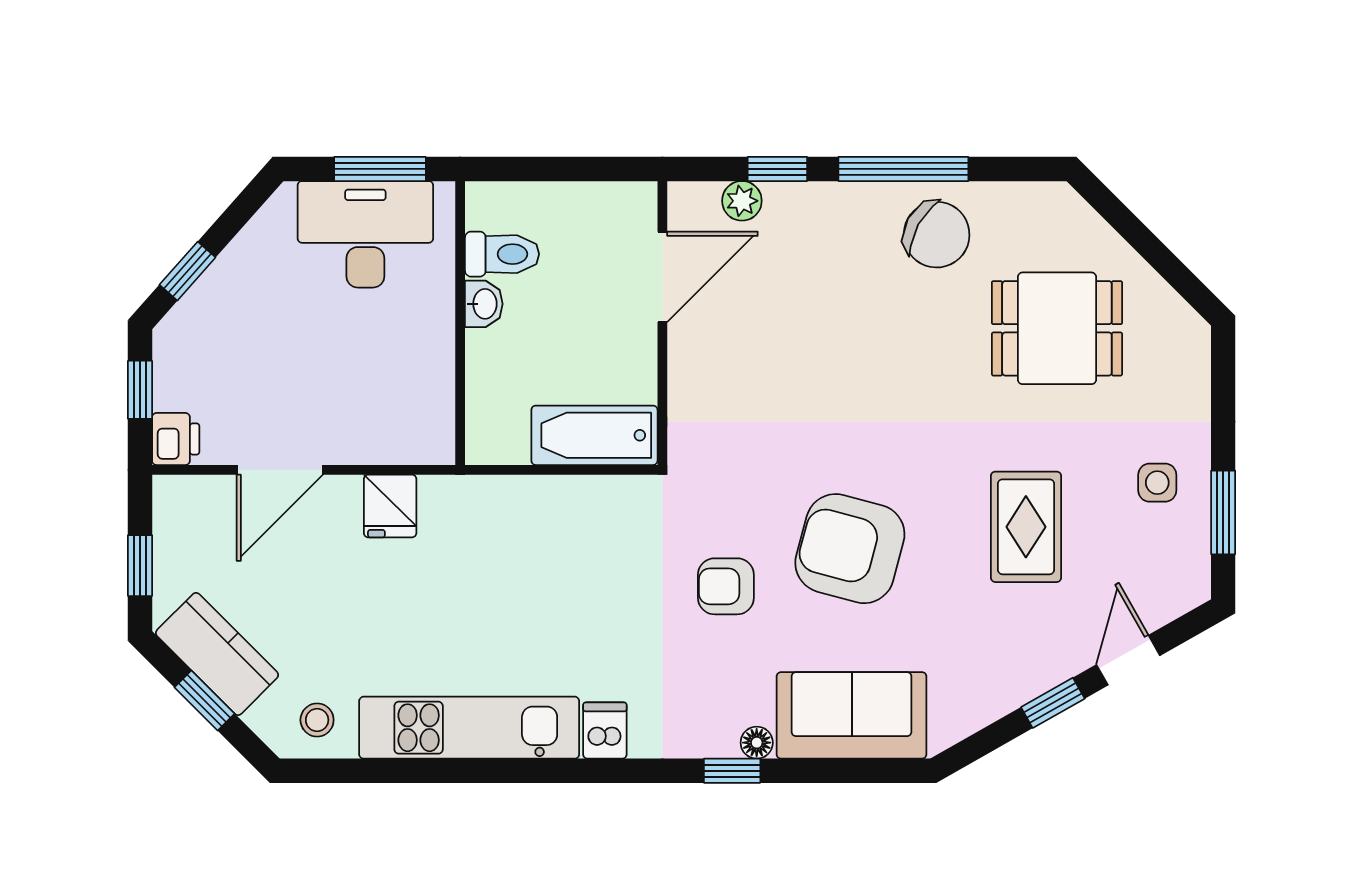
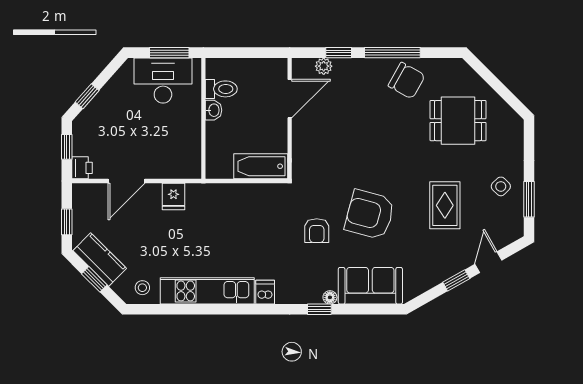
side table: (1157, 483) -> (501, 186), turned 45
armchair: (726, 586) -> (317, 231), turned -90

